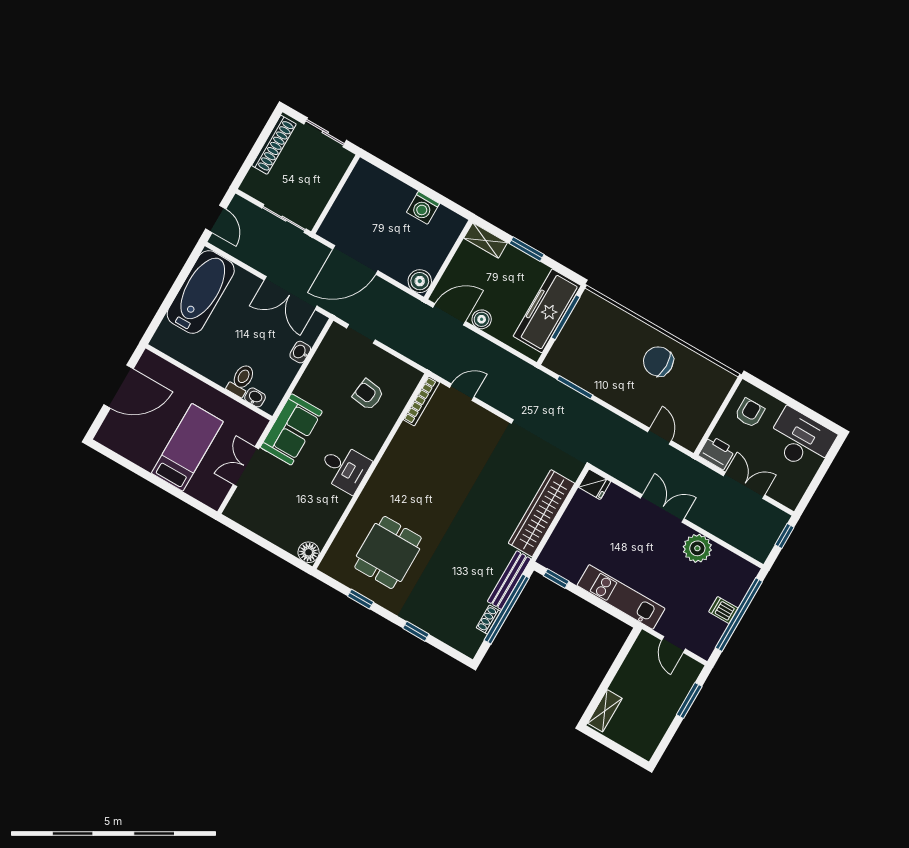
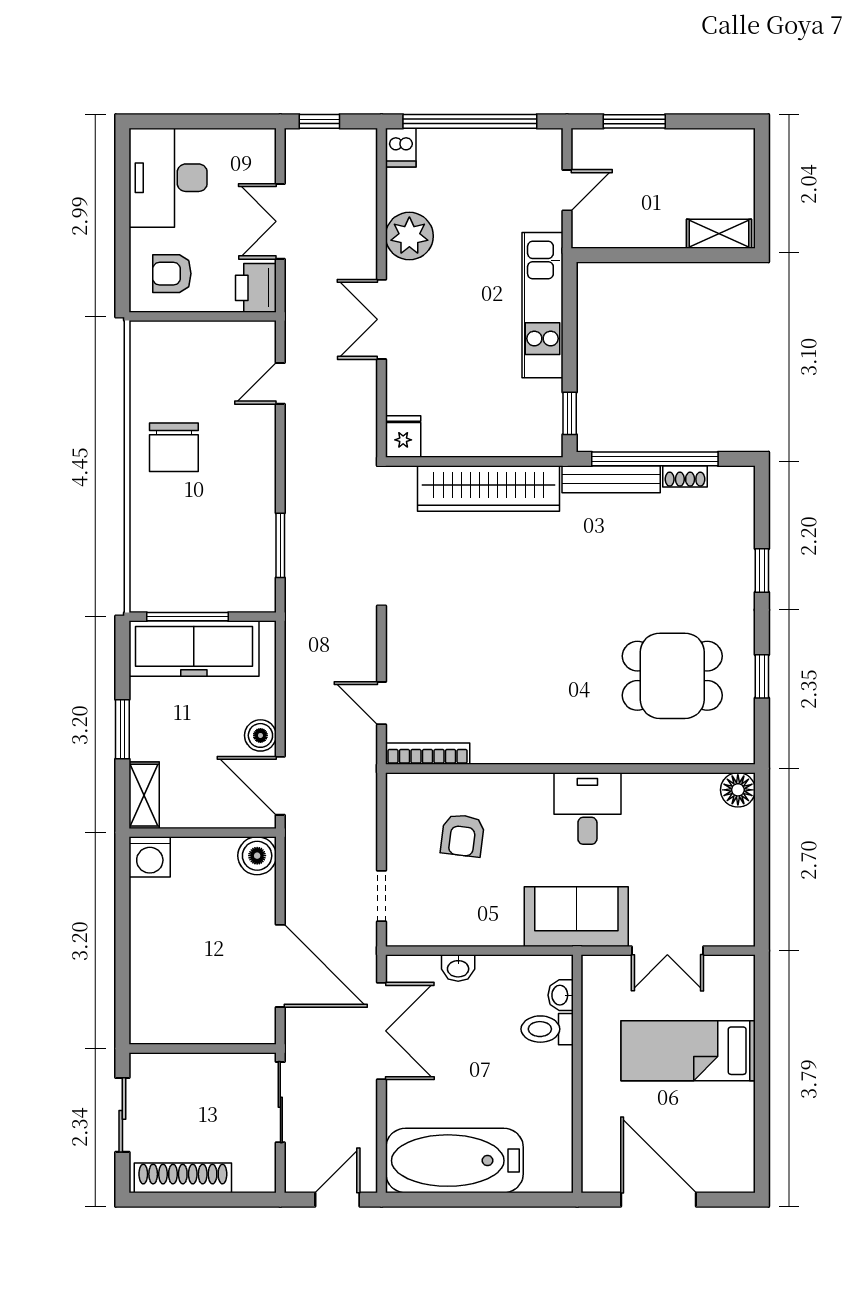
washing machine: (423, 208) -> (150, 857), moved, turned 90
dishwasher: (723, 610) -> (401, 148), moved

